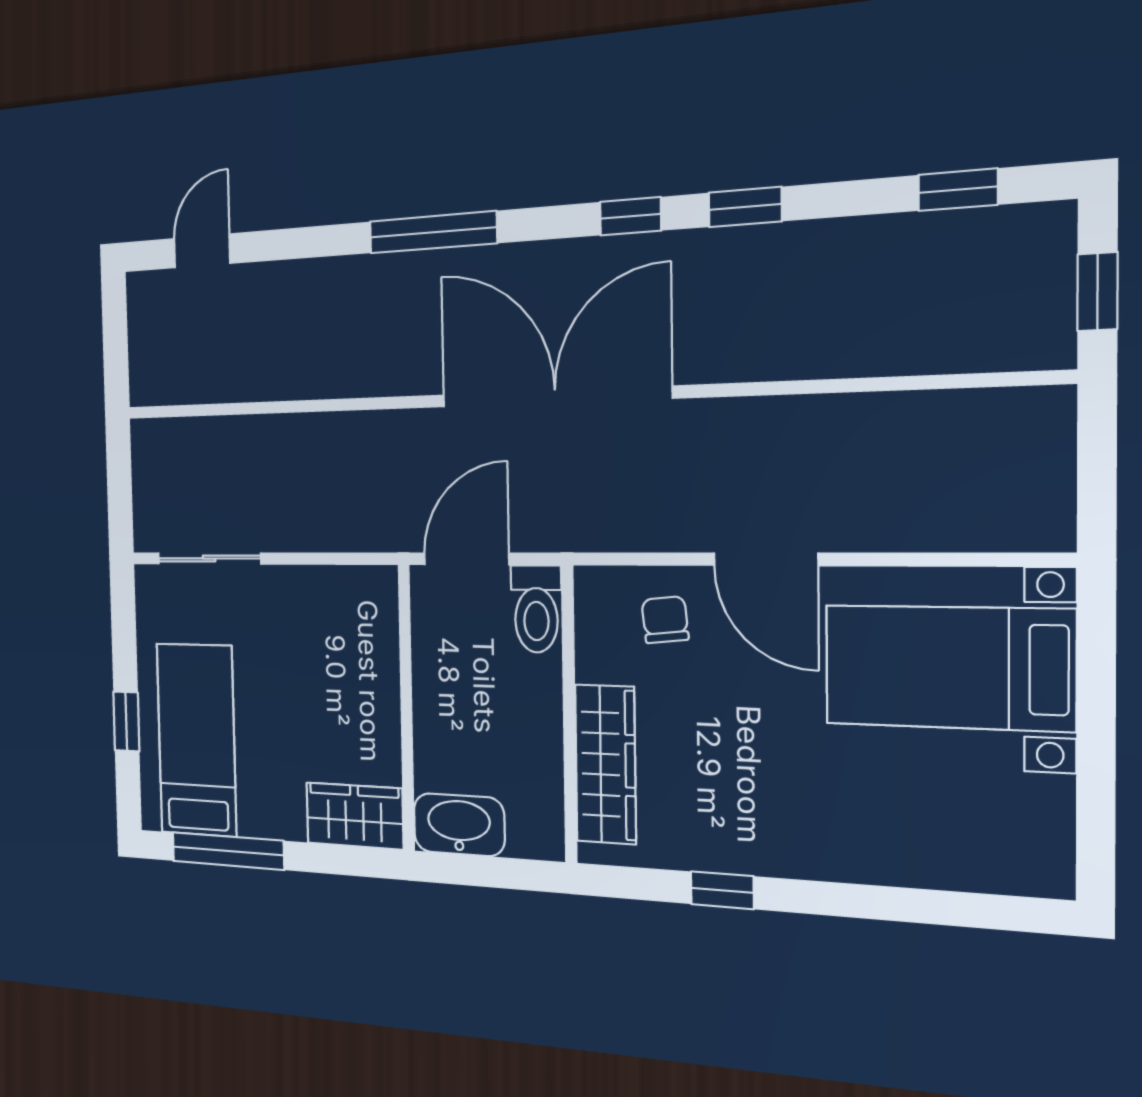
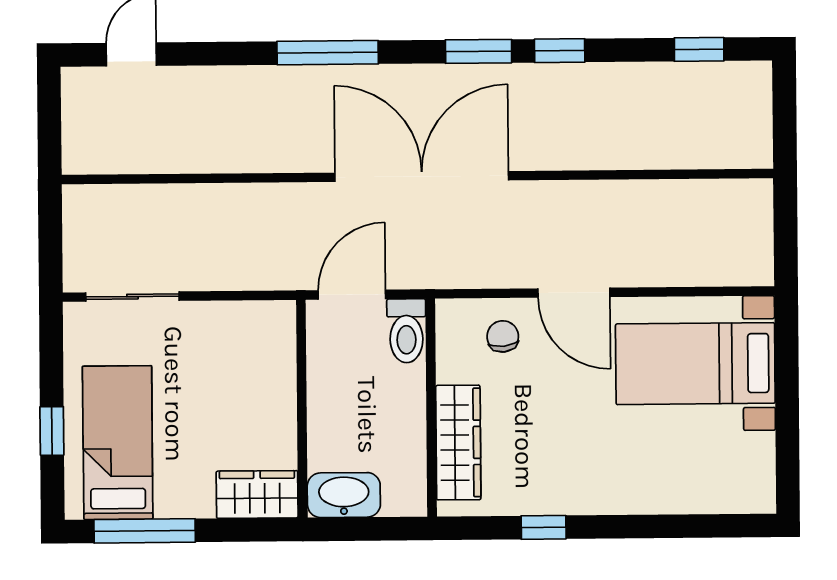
window: (630, 216) -> (479, 51), width x1.50
window: (1097, 292) -> (785, 120), removed

